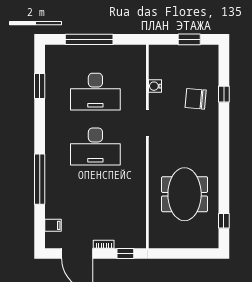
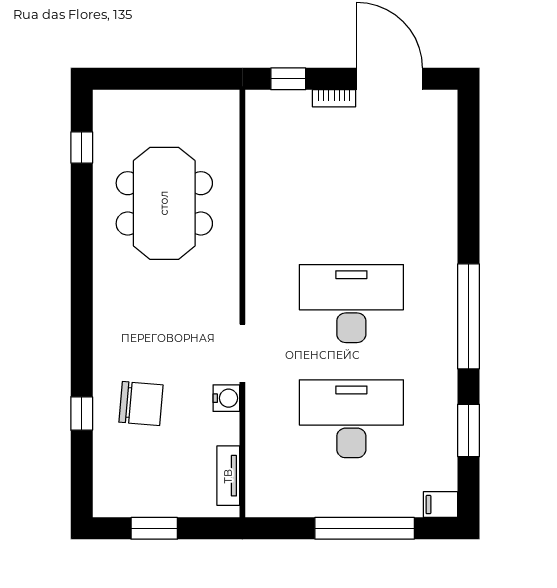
tv unit: (154, 65) -> (228, 476), added
water cooler: (155, 86) -> (226, 398), moved
window: (40, 179) -> (469, 316), moved
filing cabinet: (53, 225) -> (440, 505), moved

